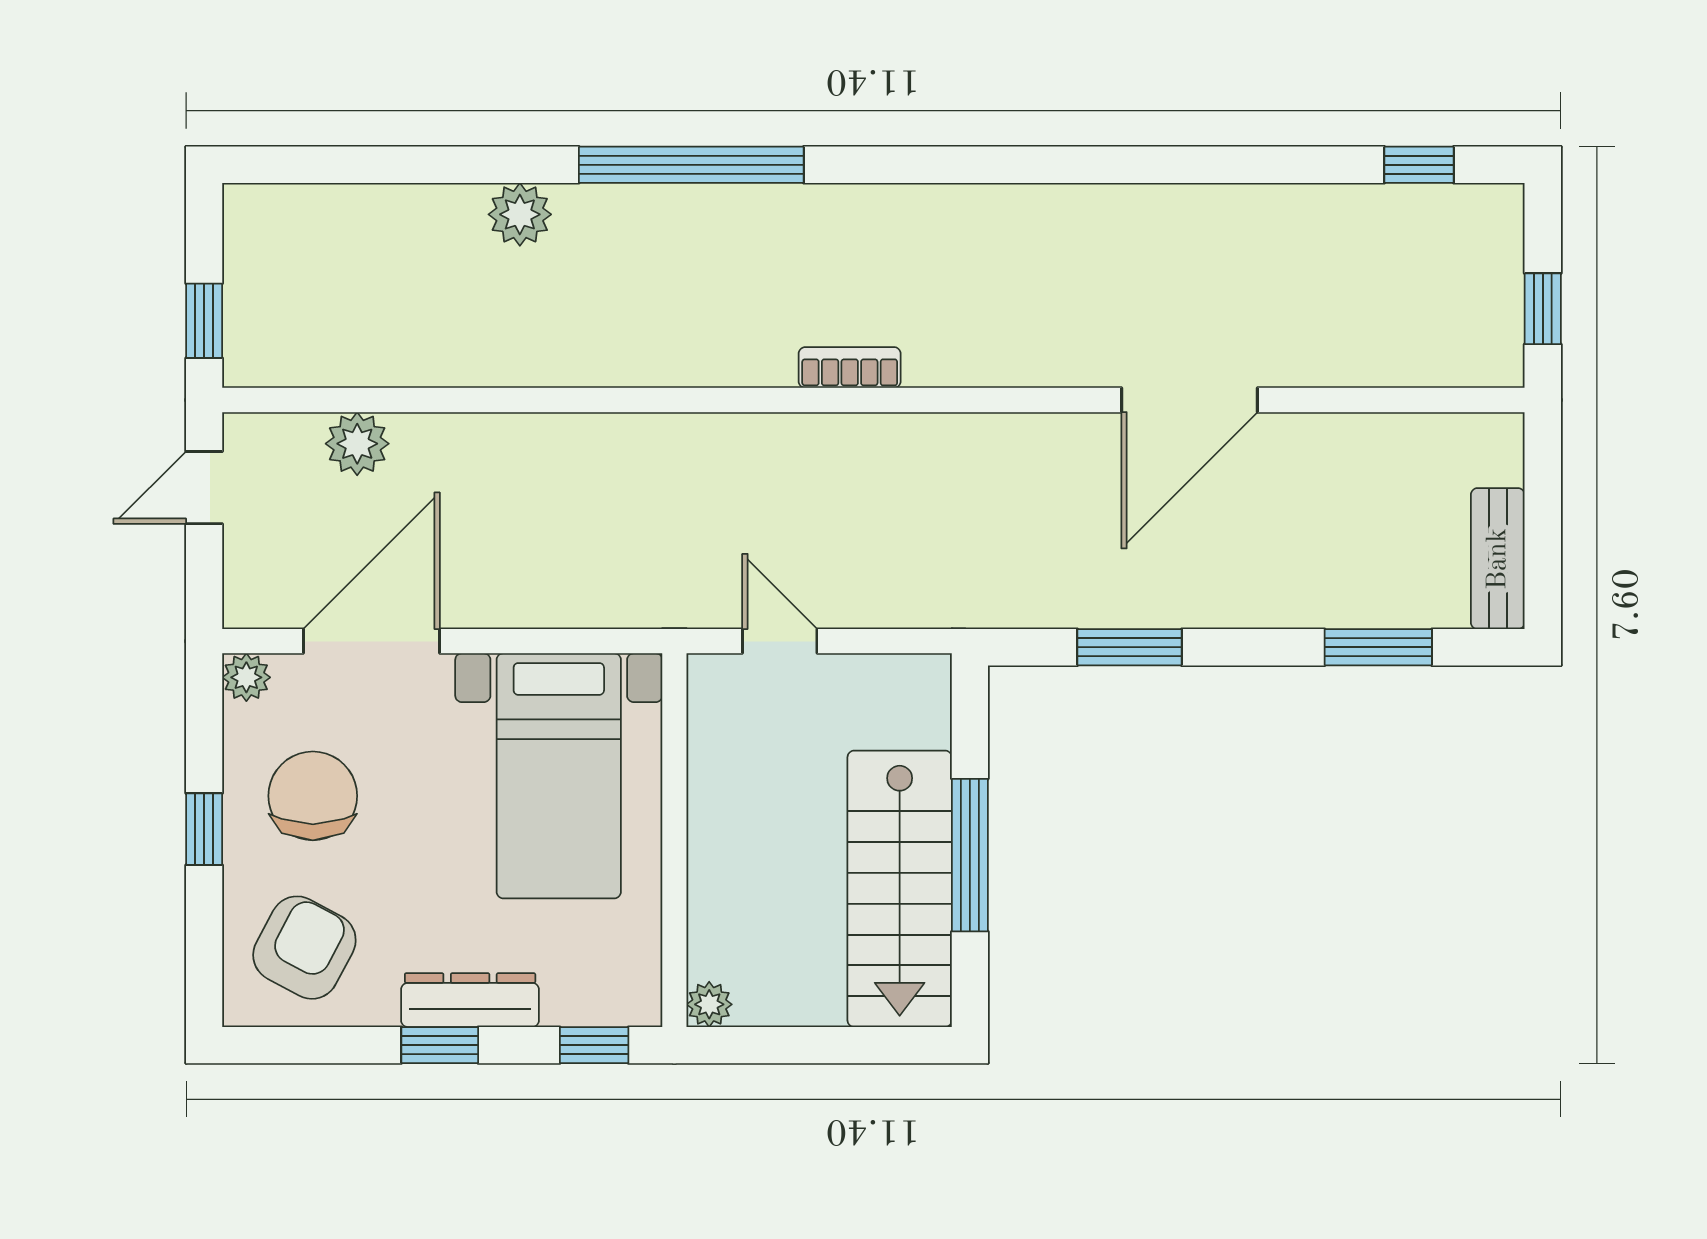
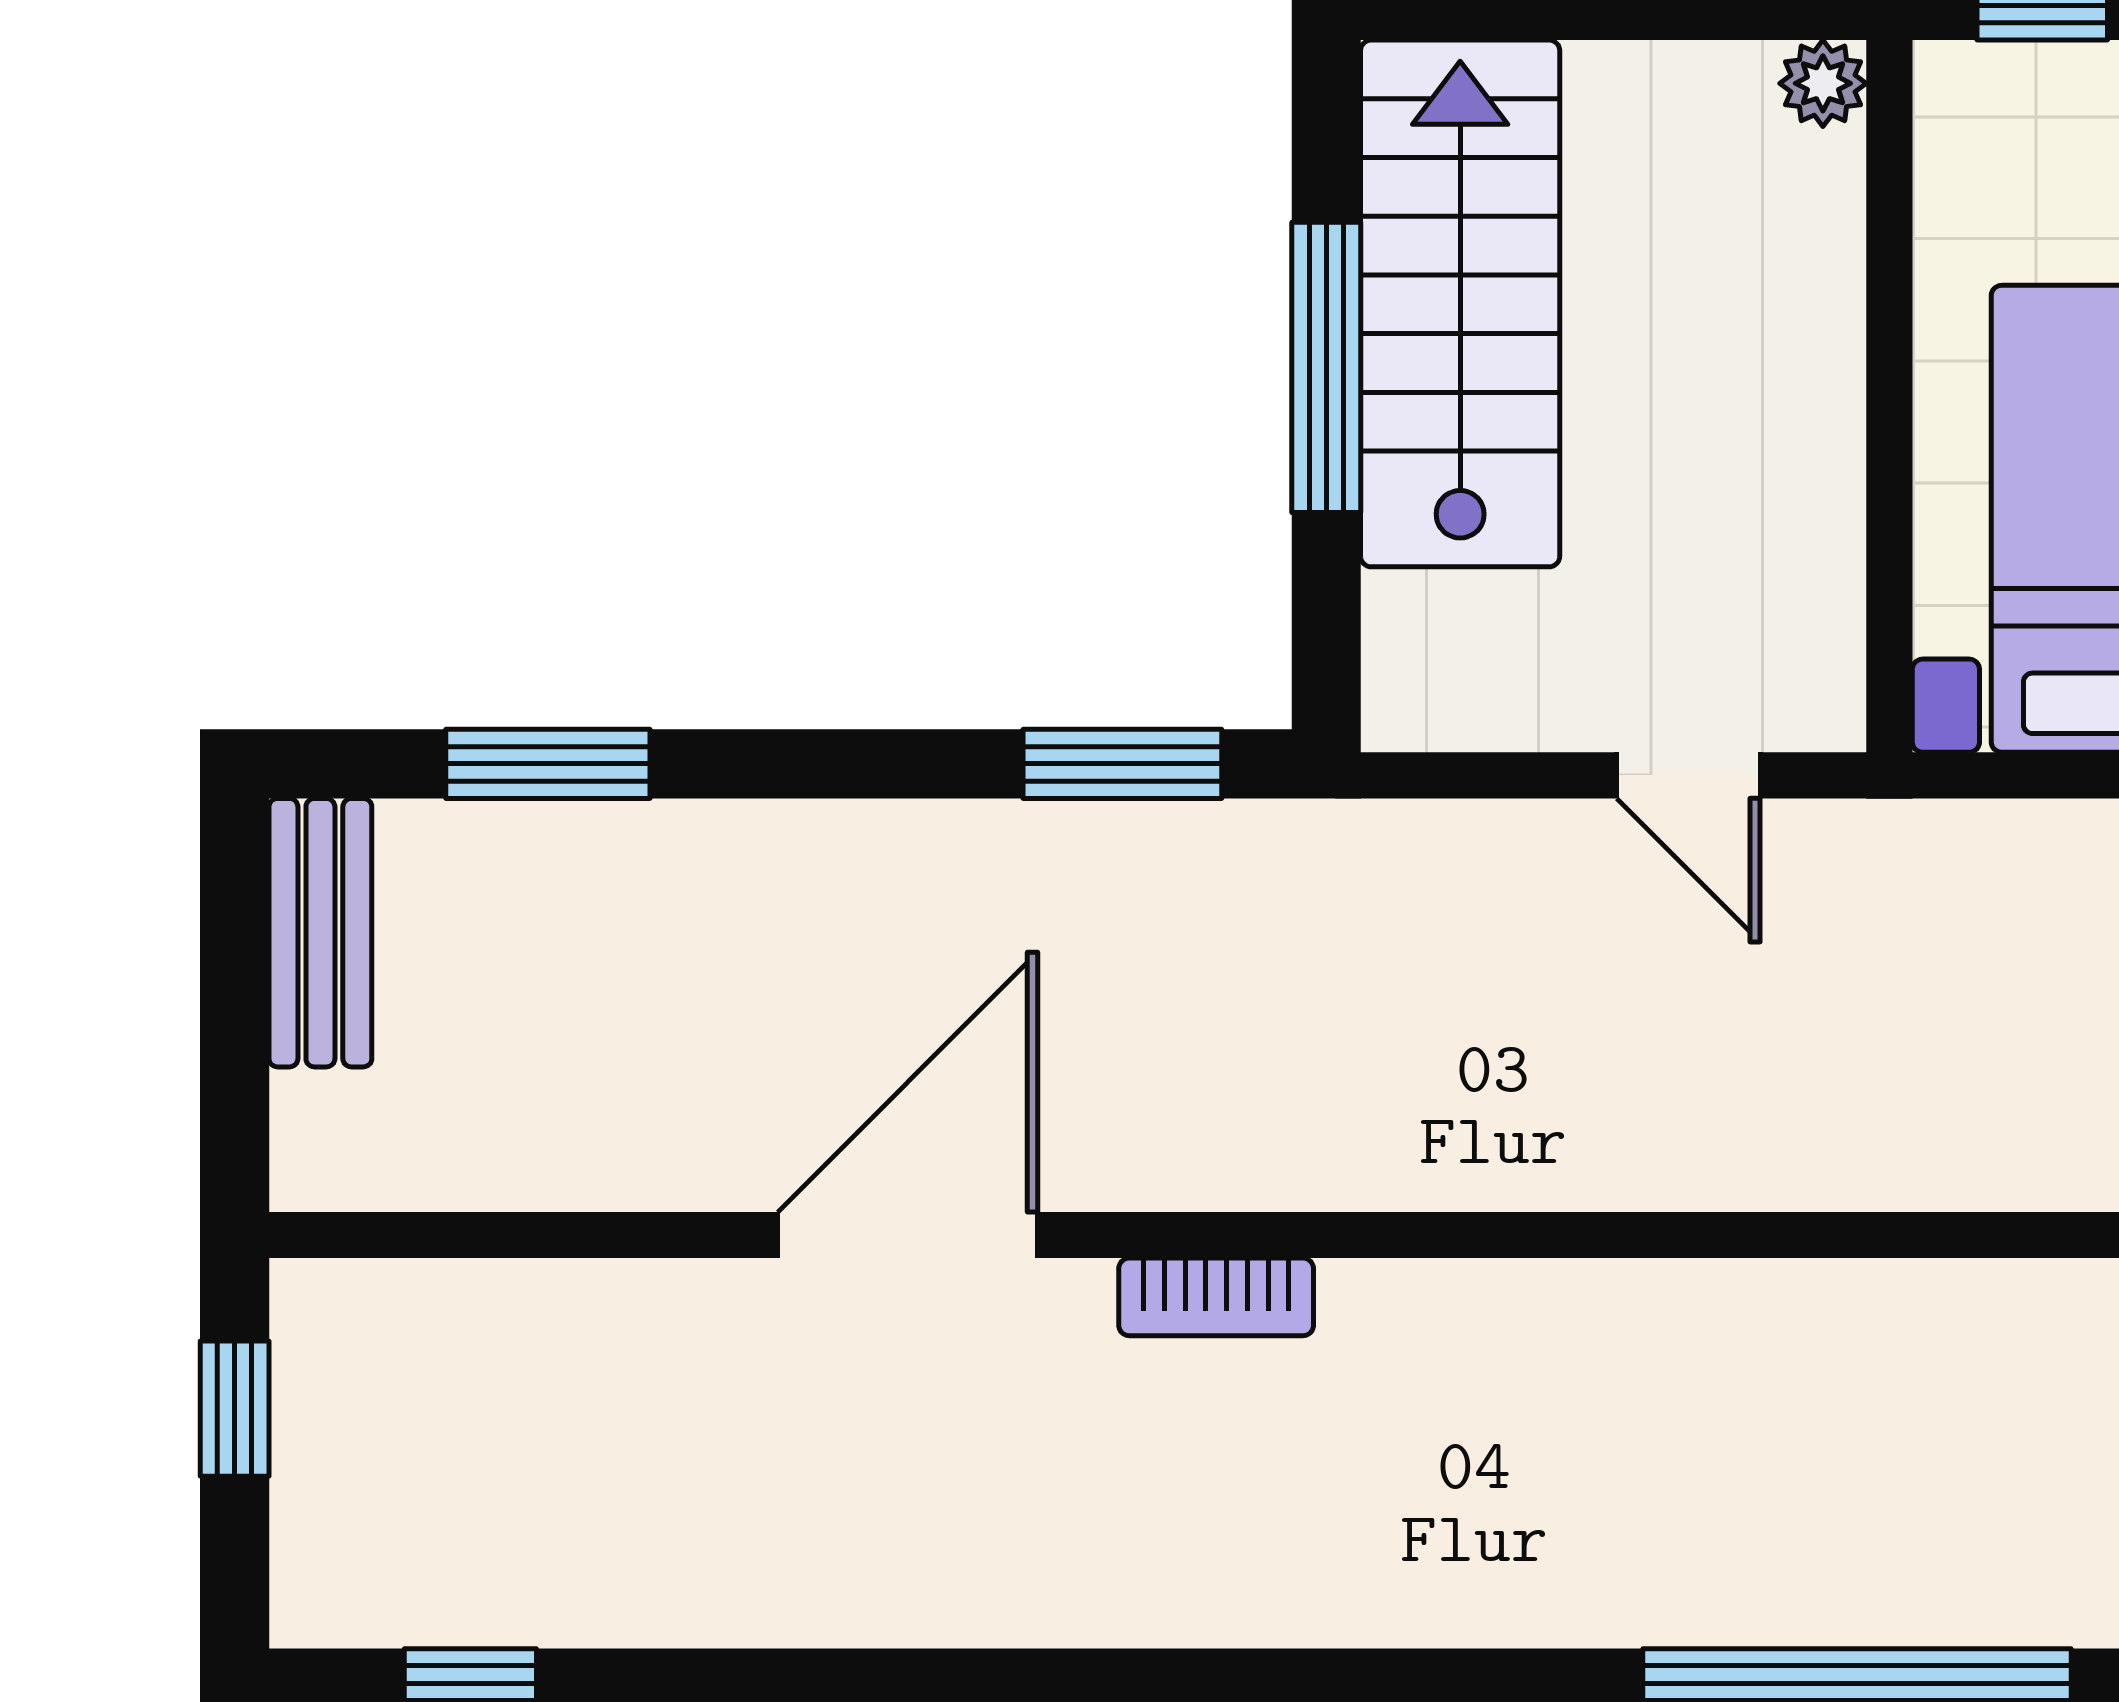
bookcase: (850, 367) -> (1216, 1297), moved
window: (1129, 647) -> (1122, 764), moved

